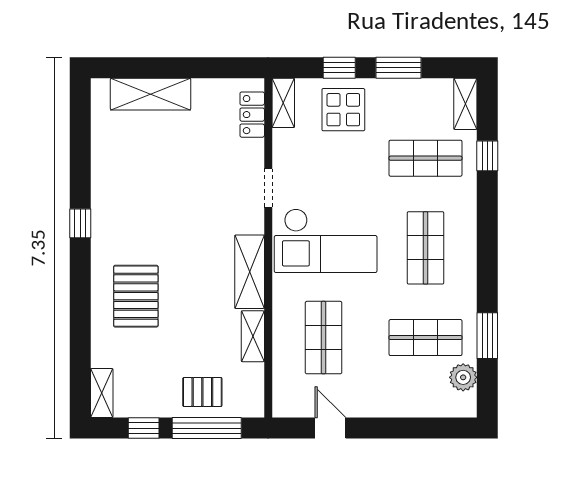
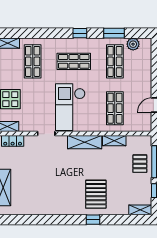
window: (487, 156) -> (80, 33), moved
window: (80, 223) -> (93, 220), moved
checkout: (326, 241) -> (70, 107), turned 180
pallet: (136, 296) -> (96, 194), turned 90
shop shelf: (324, 338) -> (115, 108), turned 90

